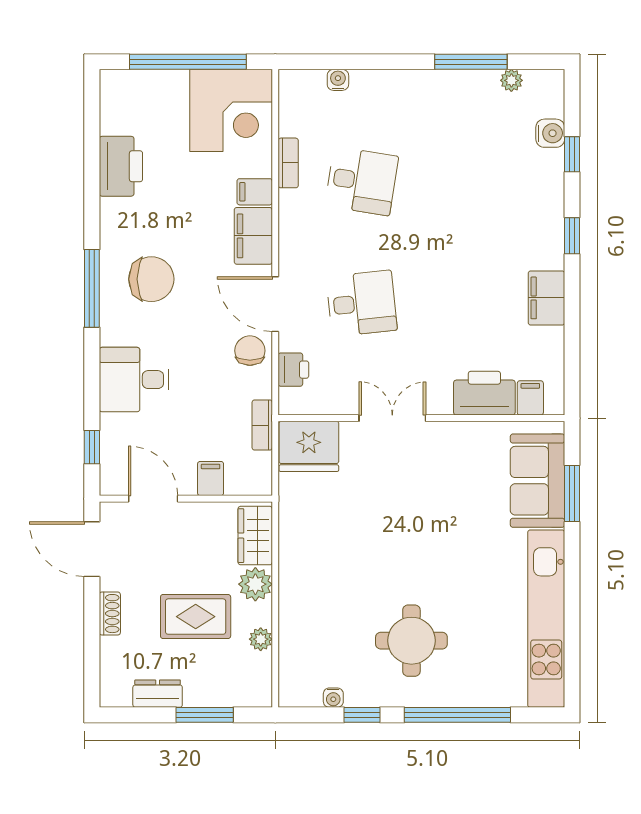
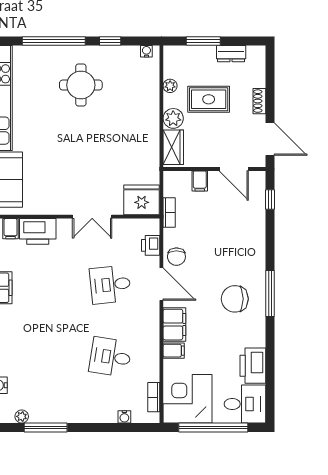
bookcase: (288, 163) -> (154, 397), moved
desk: (134, 380) -> (245, 404), moved
water cooler: (333, 698) -> (146, 51), moved

